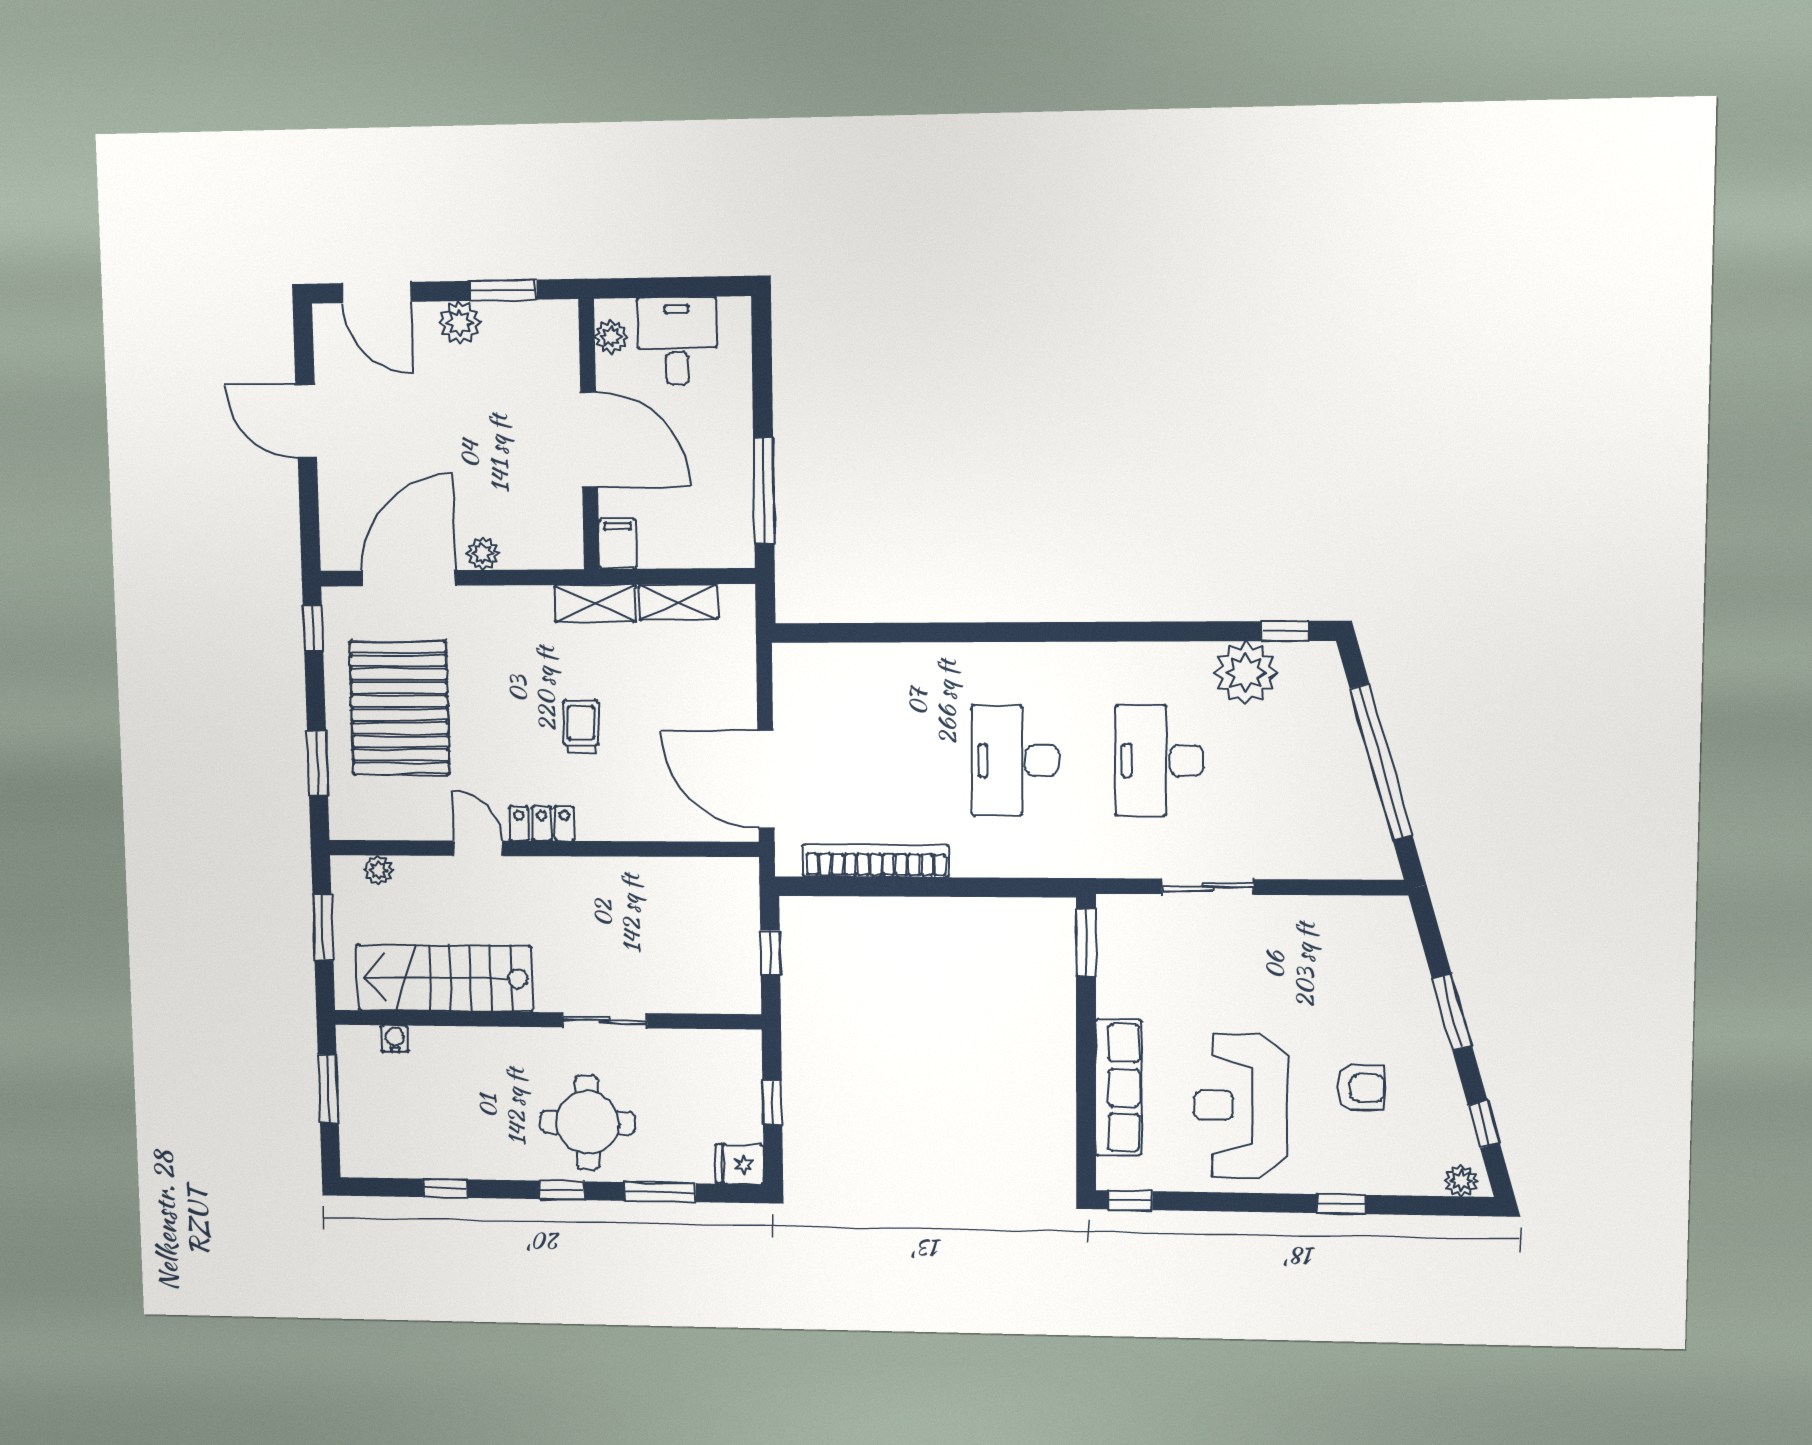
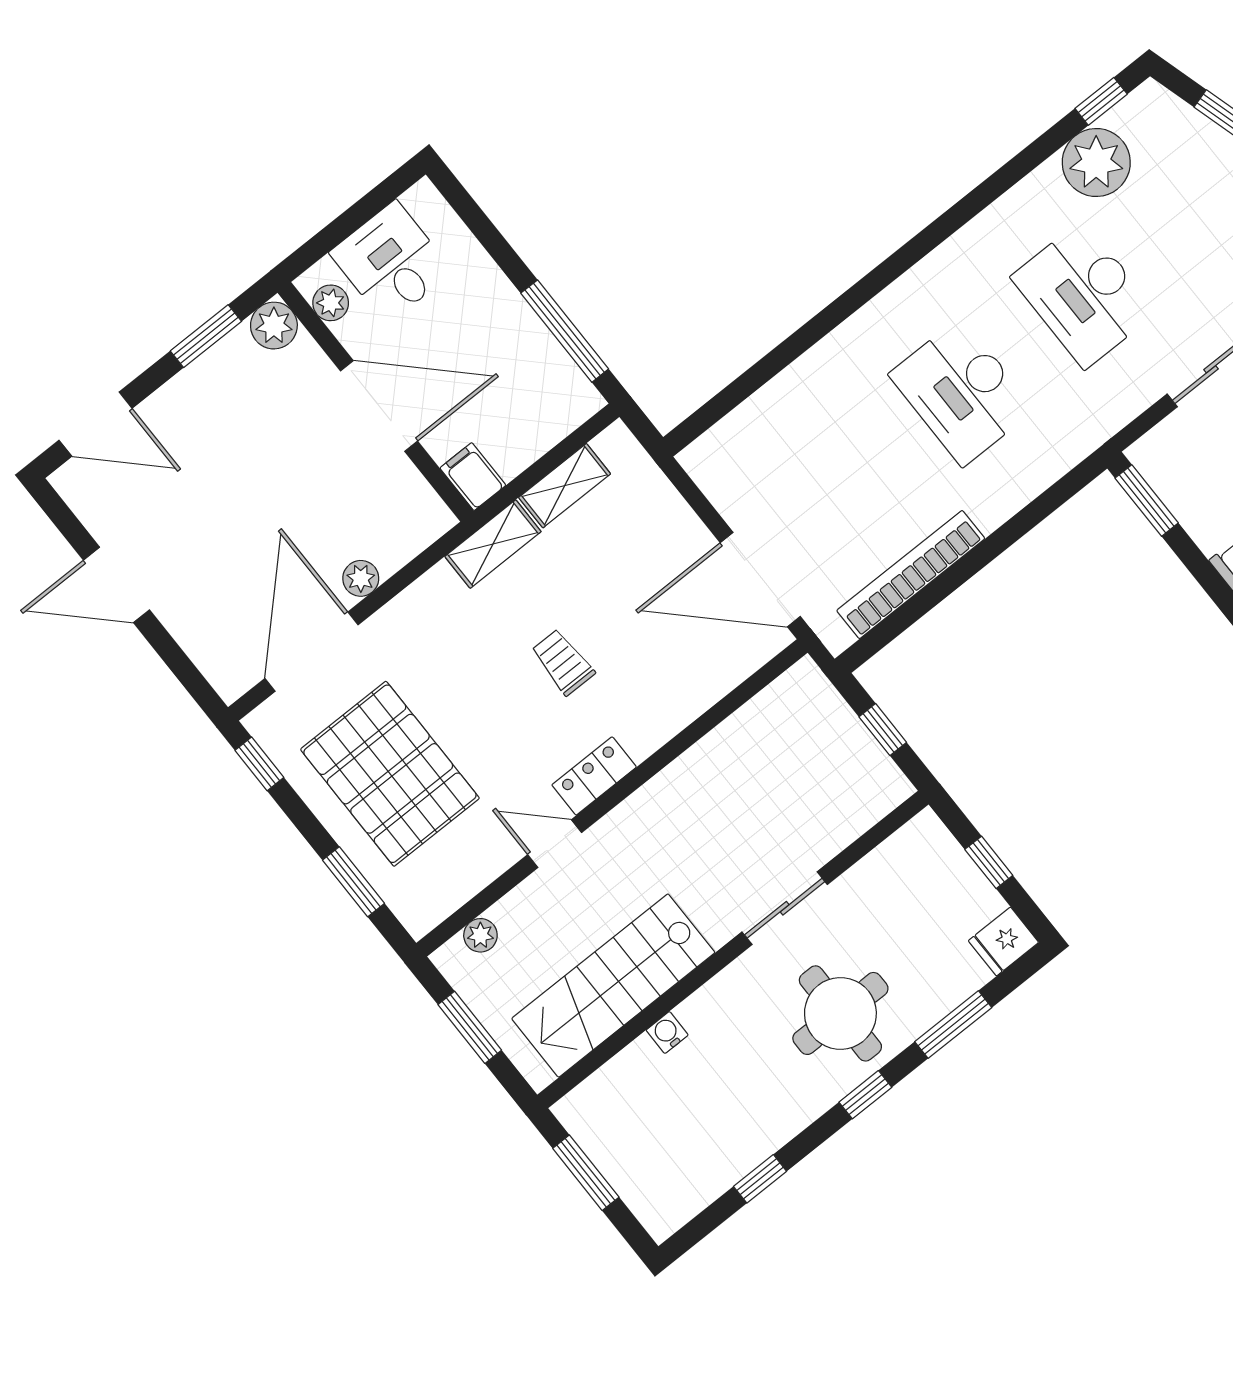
plant: (460, 323) -> (274, 326), moved
water cooler: (395, 1039) -> (667, 1033), moved

